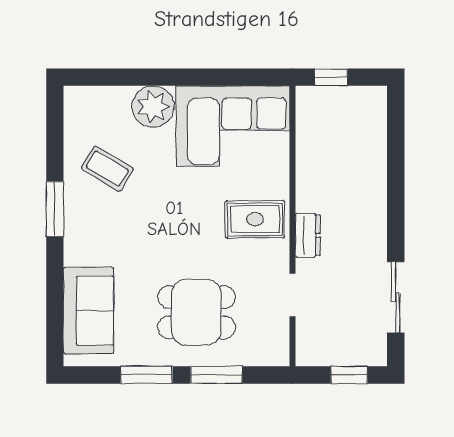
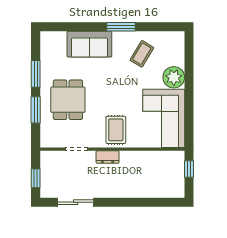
sofa: (89, 311) -> (89, 44), moved

